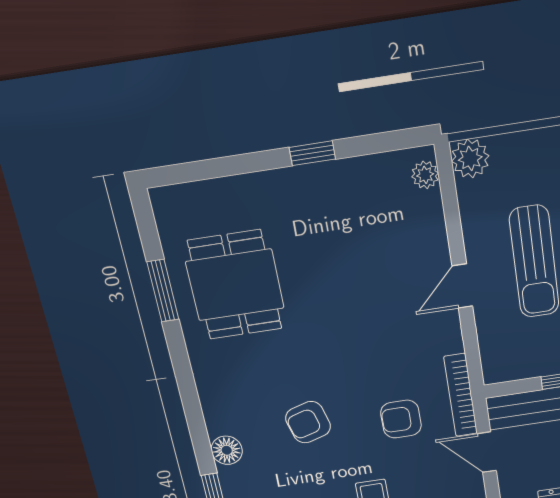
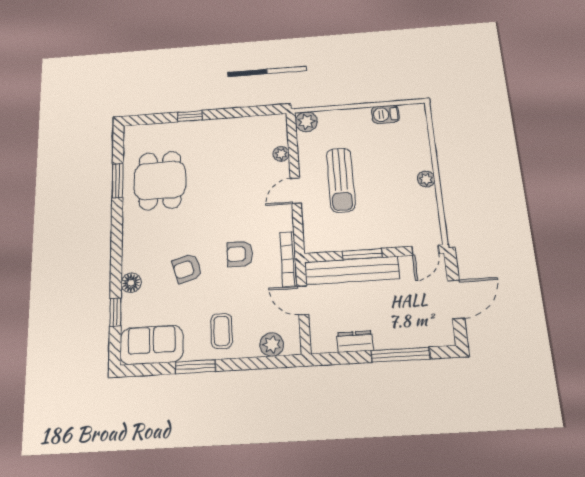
window: (312, 153) -> (190, 116), moved
plant: (425, 175) -> (281, 154), moved
armchair: (401, 419) -> (240, 254), moved

